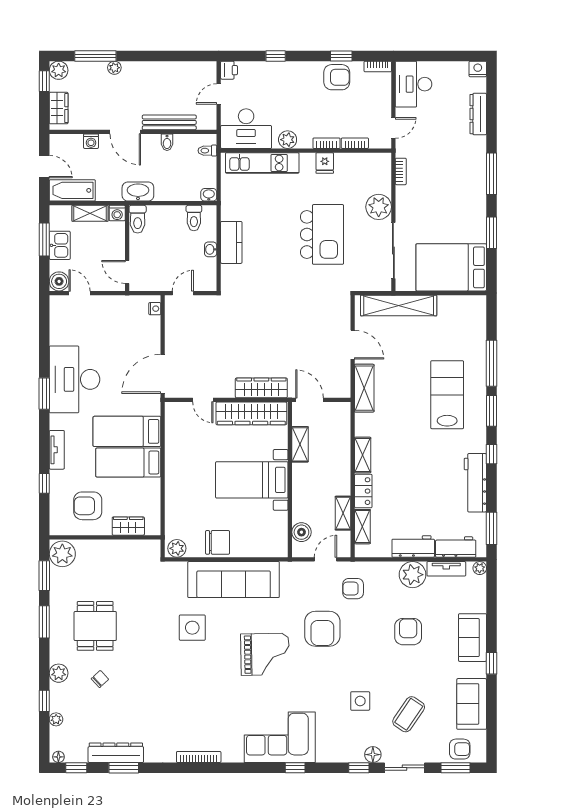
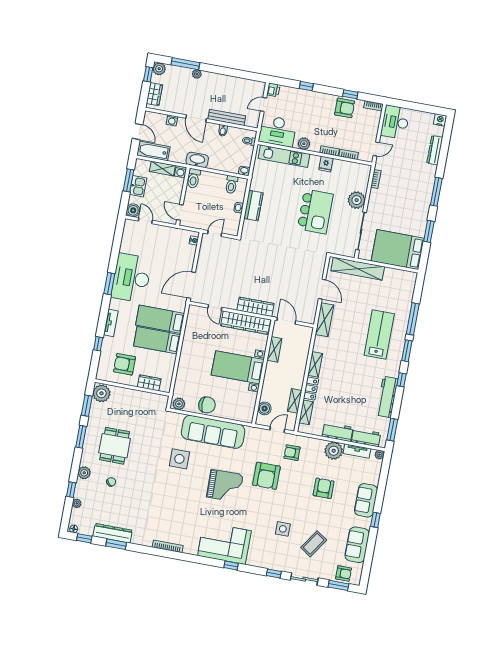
floor lamp: (373, 755) -> (285, 566), removed

